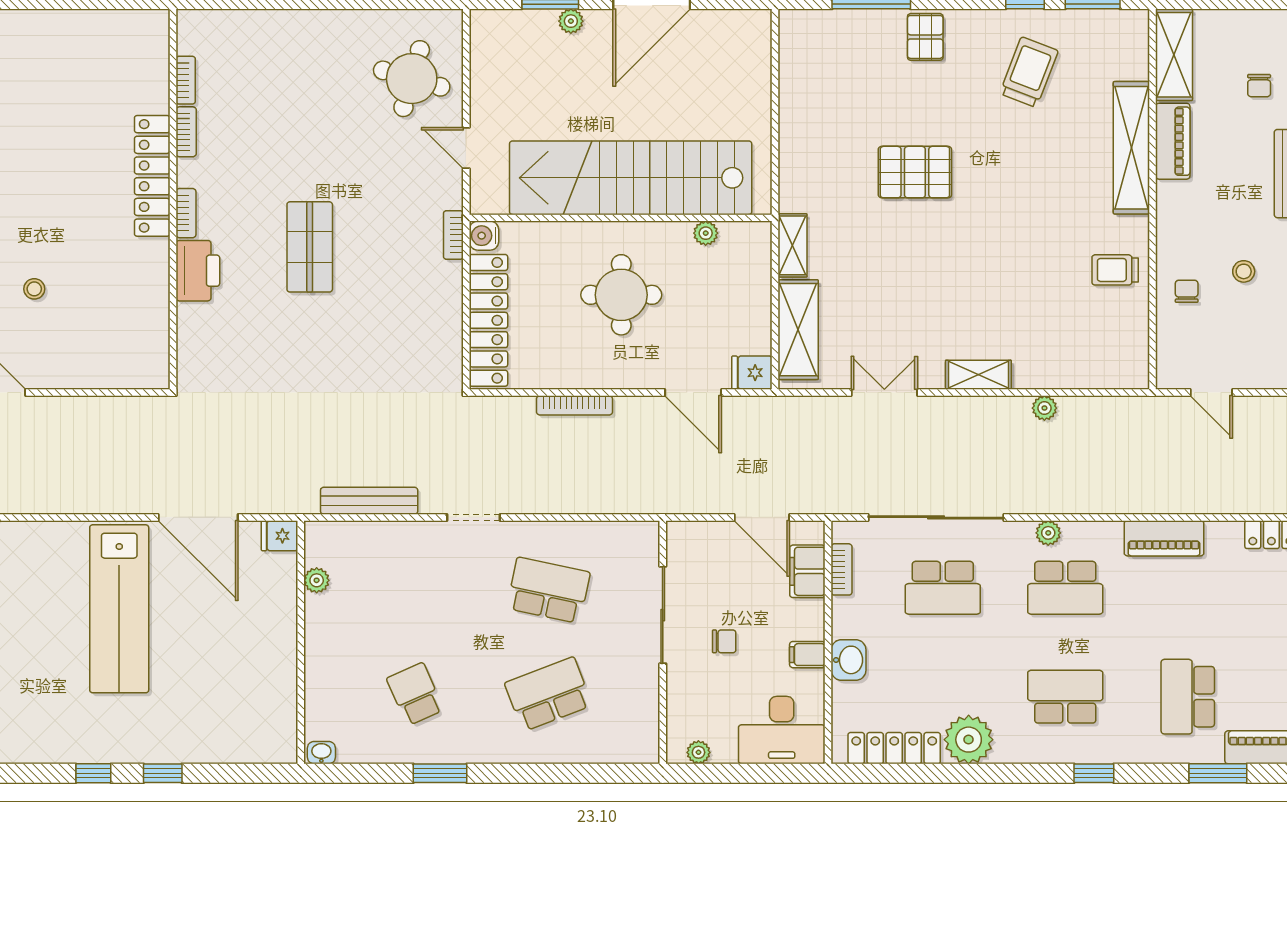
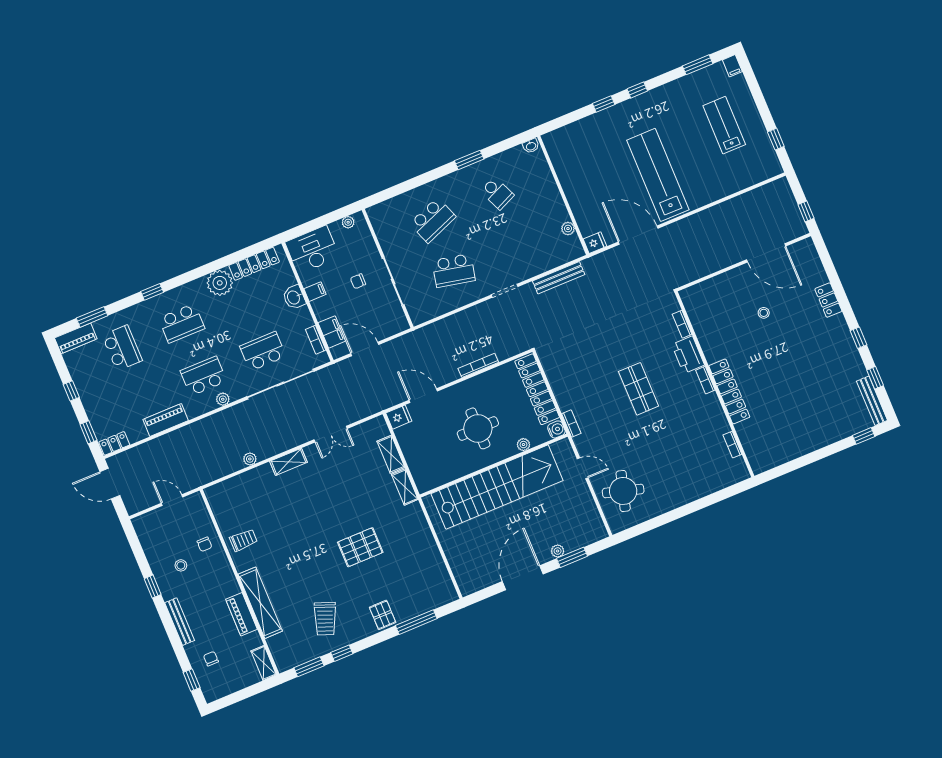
shelving: (1174, 55) -> (264, 663), width x0.67, depth x0.75
bookcase: (186, 132) -> (682, 324), moved
plant: (706, 233) -> (523, 445), moved
shelving: (798, 330) -> (391, 454), width x0.67, depth x0.75

